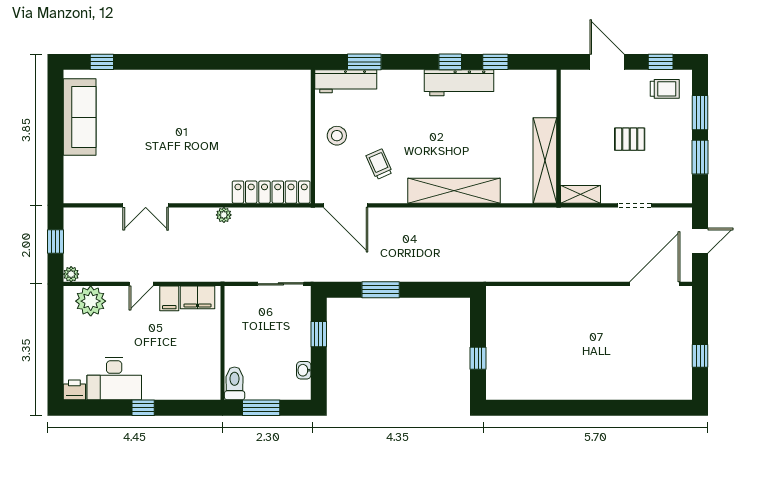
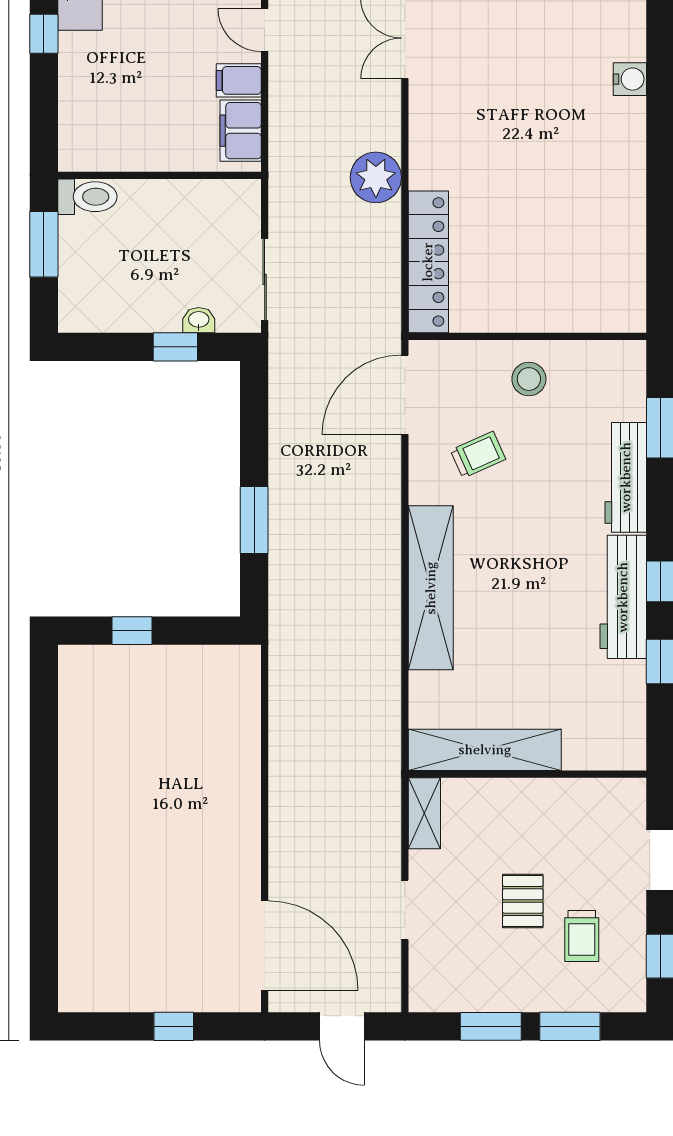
water cooler: (169, 79) -> (630, 79), added
workbench: (346, 81) -> (626, 477), moved
trolley: (665, 89) -> (582, 936), moved
plant: (224, 215) -> (376, 177), width x1.87, depth x1.87
window: (381, 290) -> (254, 520), moved
window: (700, 356) -> (174, 1026), moved
washbasin: (304, 370) -> (199, 320), moved

